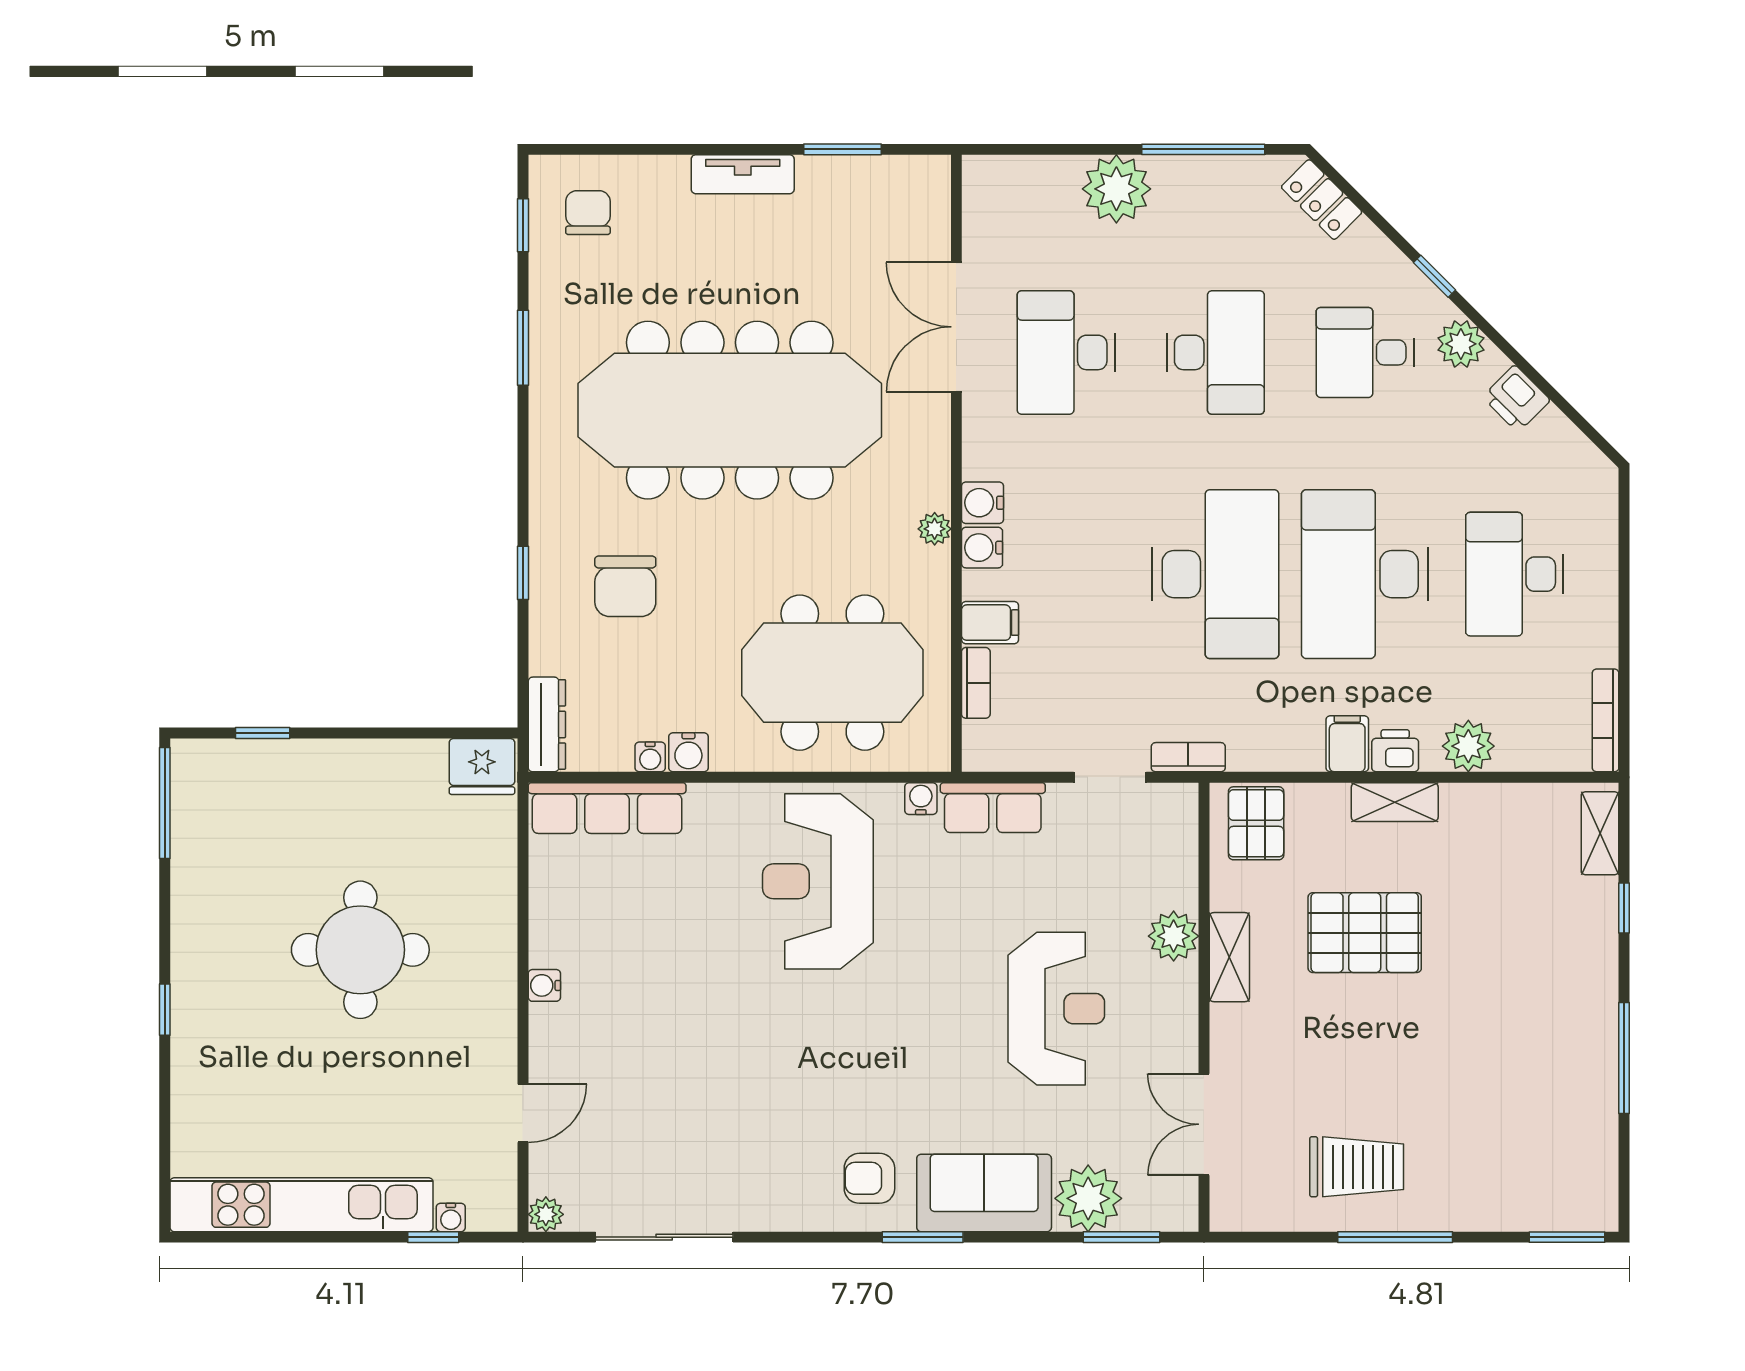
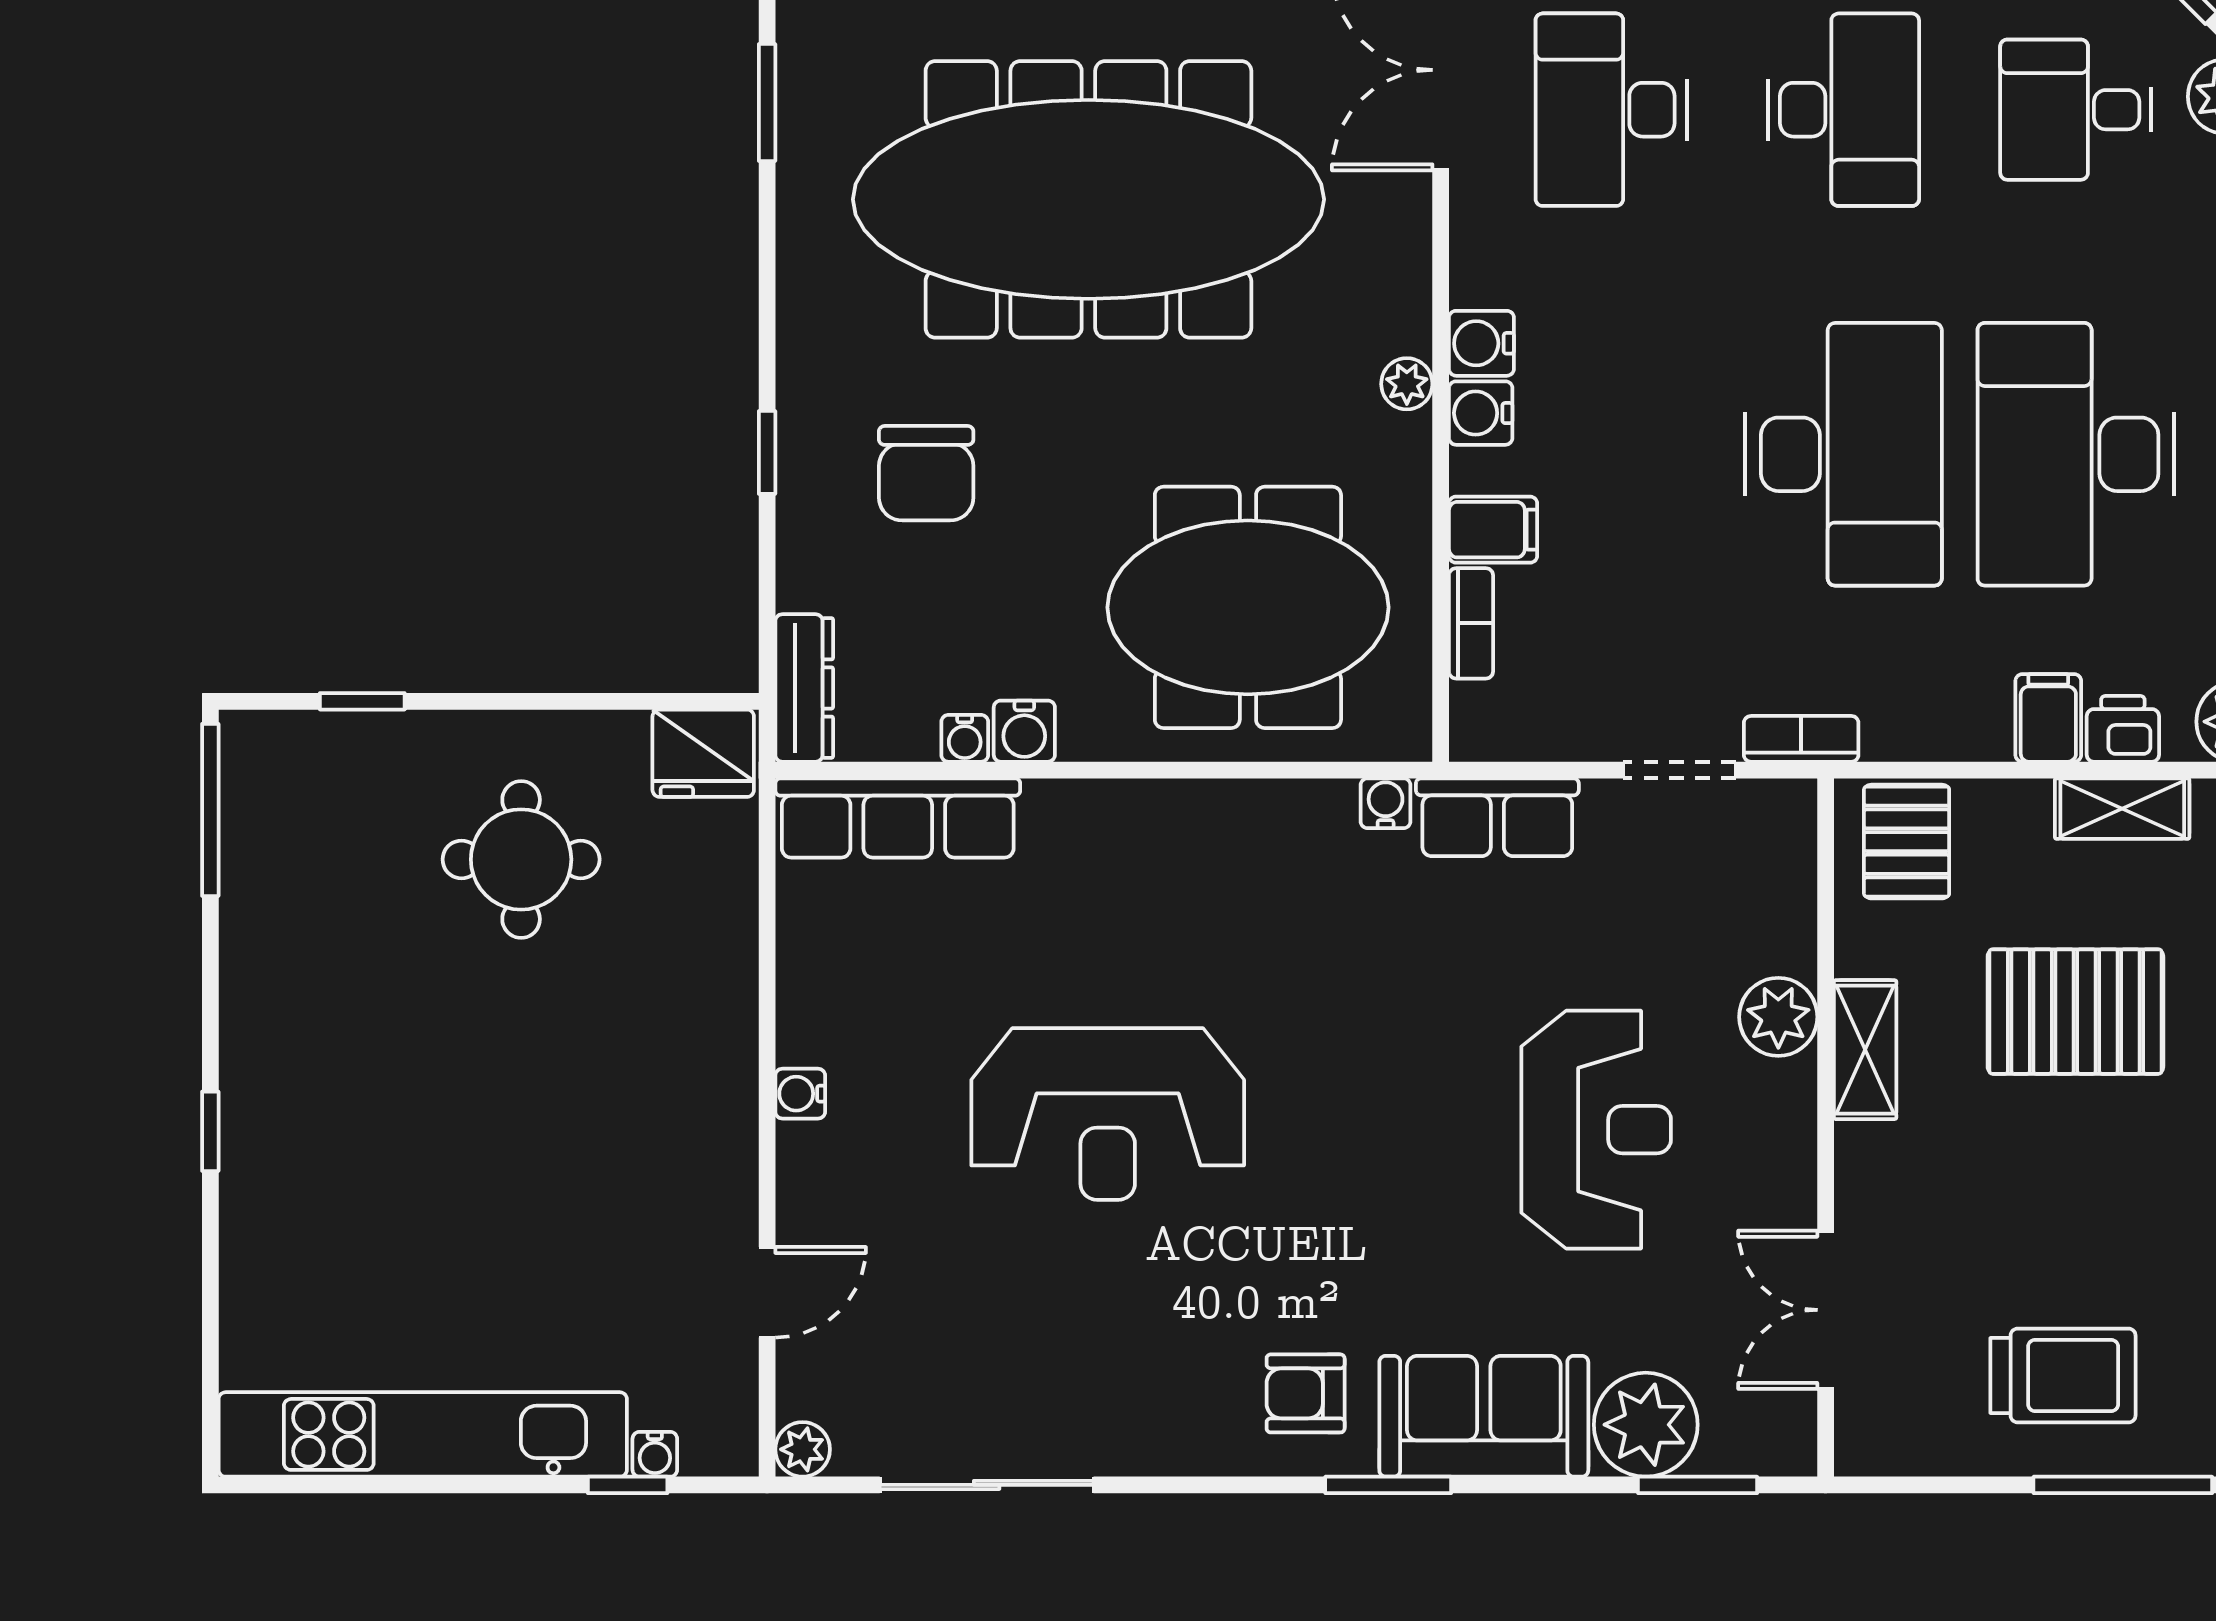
reception desk: (818, 881) -> (1108, 1114), moved, turned -90
round table: (360, 950) -> (521, 859), moved, width x0.73, depth x0.73

